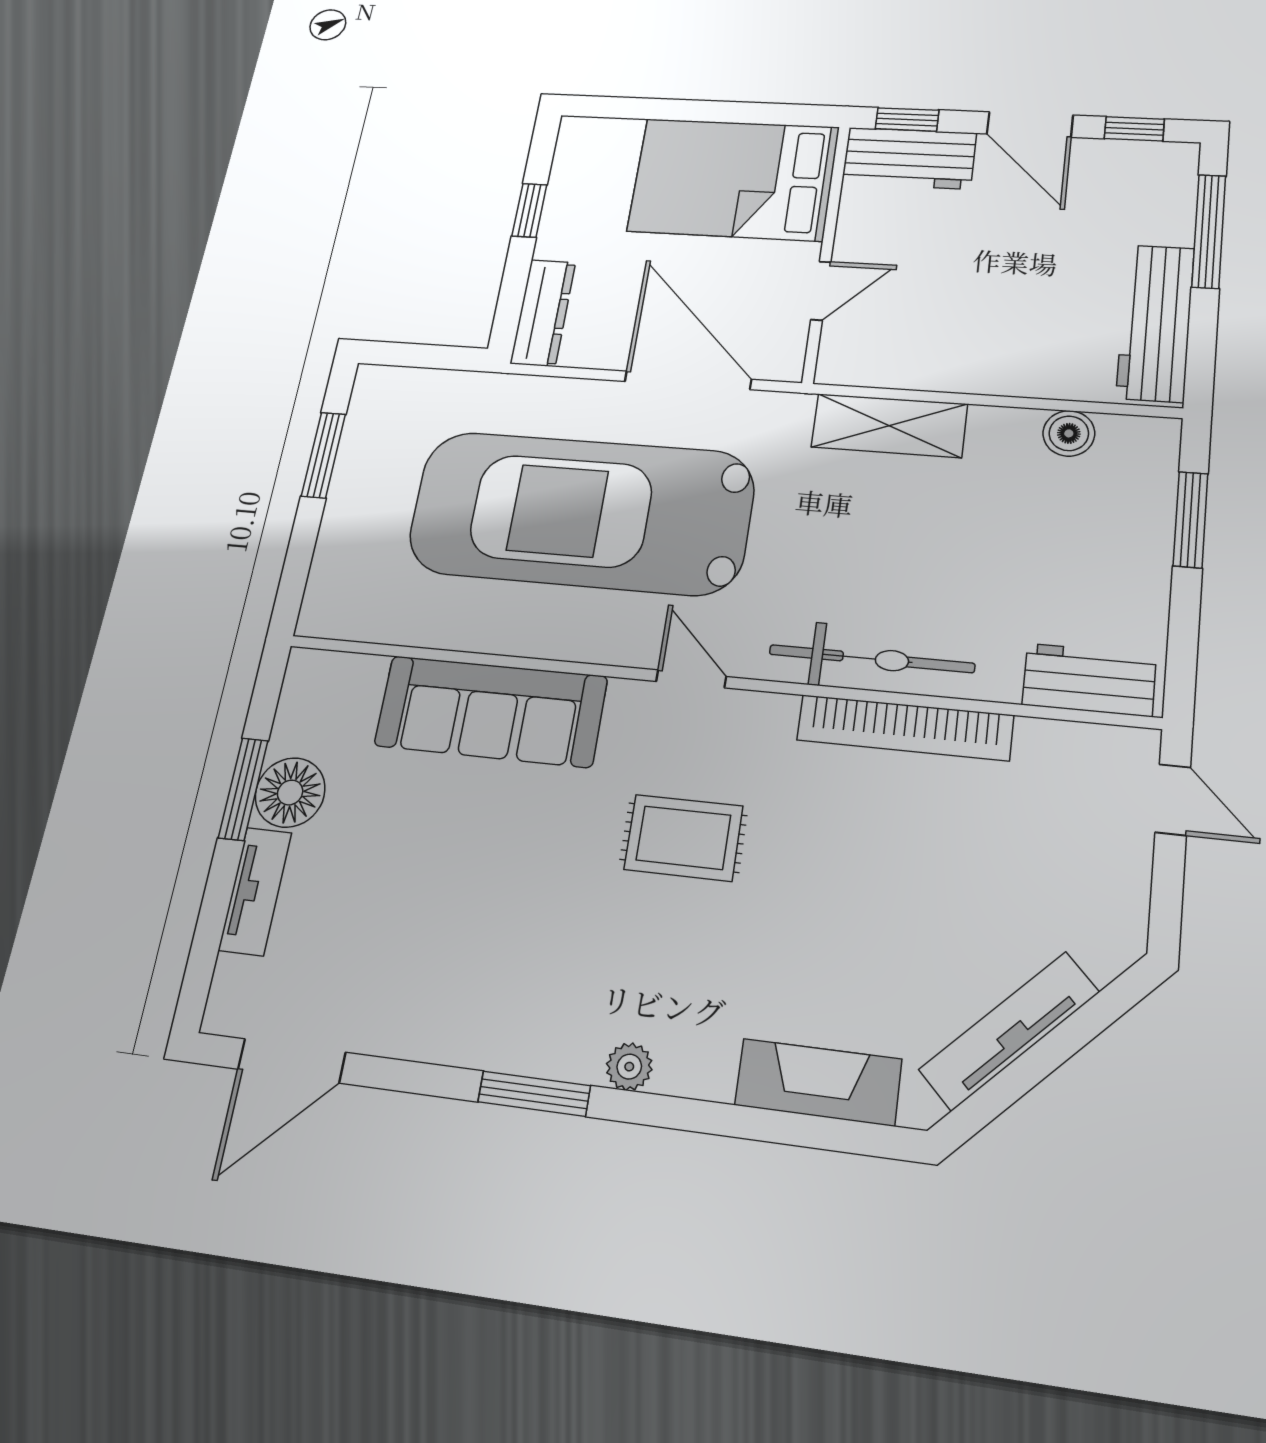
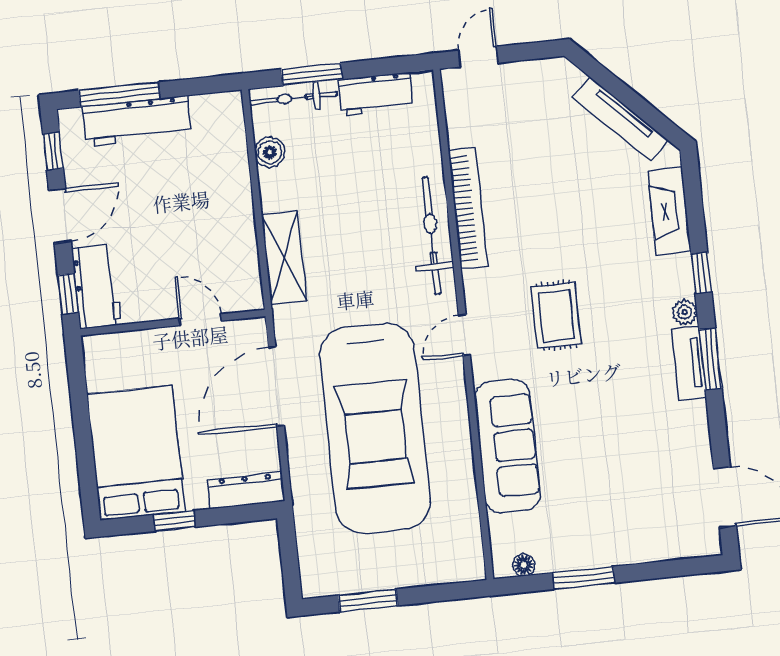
bed: (733, 179) -> (136, 453), moved, turned 180
workbench: (1155, 323) -> (137, 121), moved
bicycle: (1154, 484) -> (293, 98), added
workbench: (1089, 680) -> (376, 94), moved, turned -90
floor lamp: (290, 792) -> (524, 565), moved, width x0.53, depth x0.53
tv unit: (255, 891) -> (689, 363), moved, turned -90
window: (691, 1115) -> (701, 273), added

